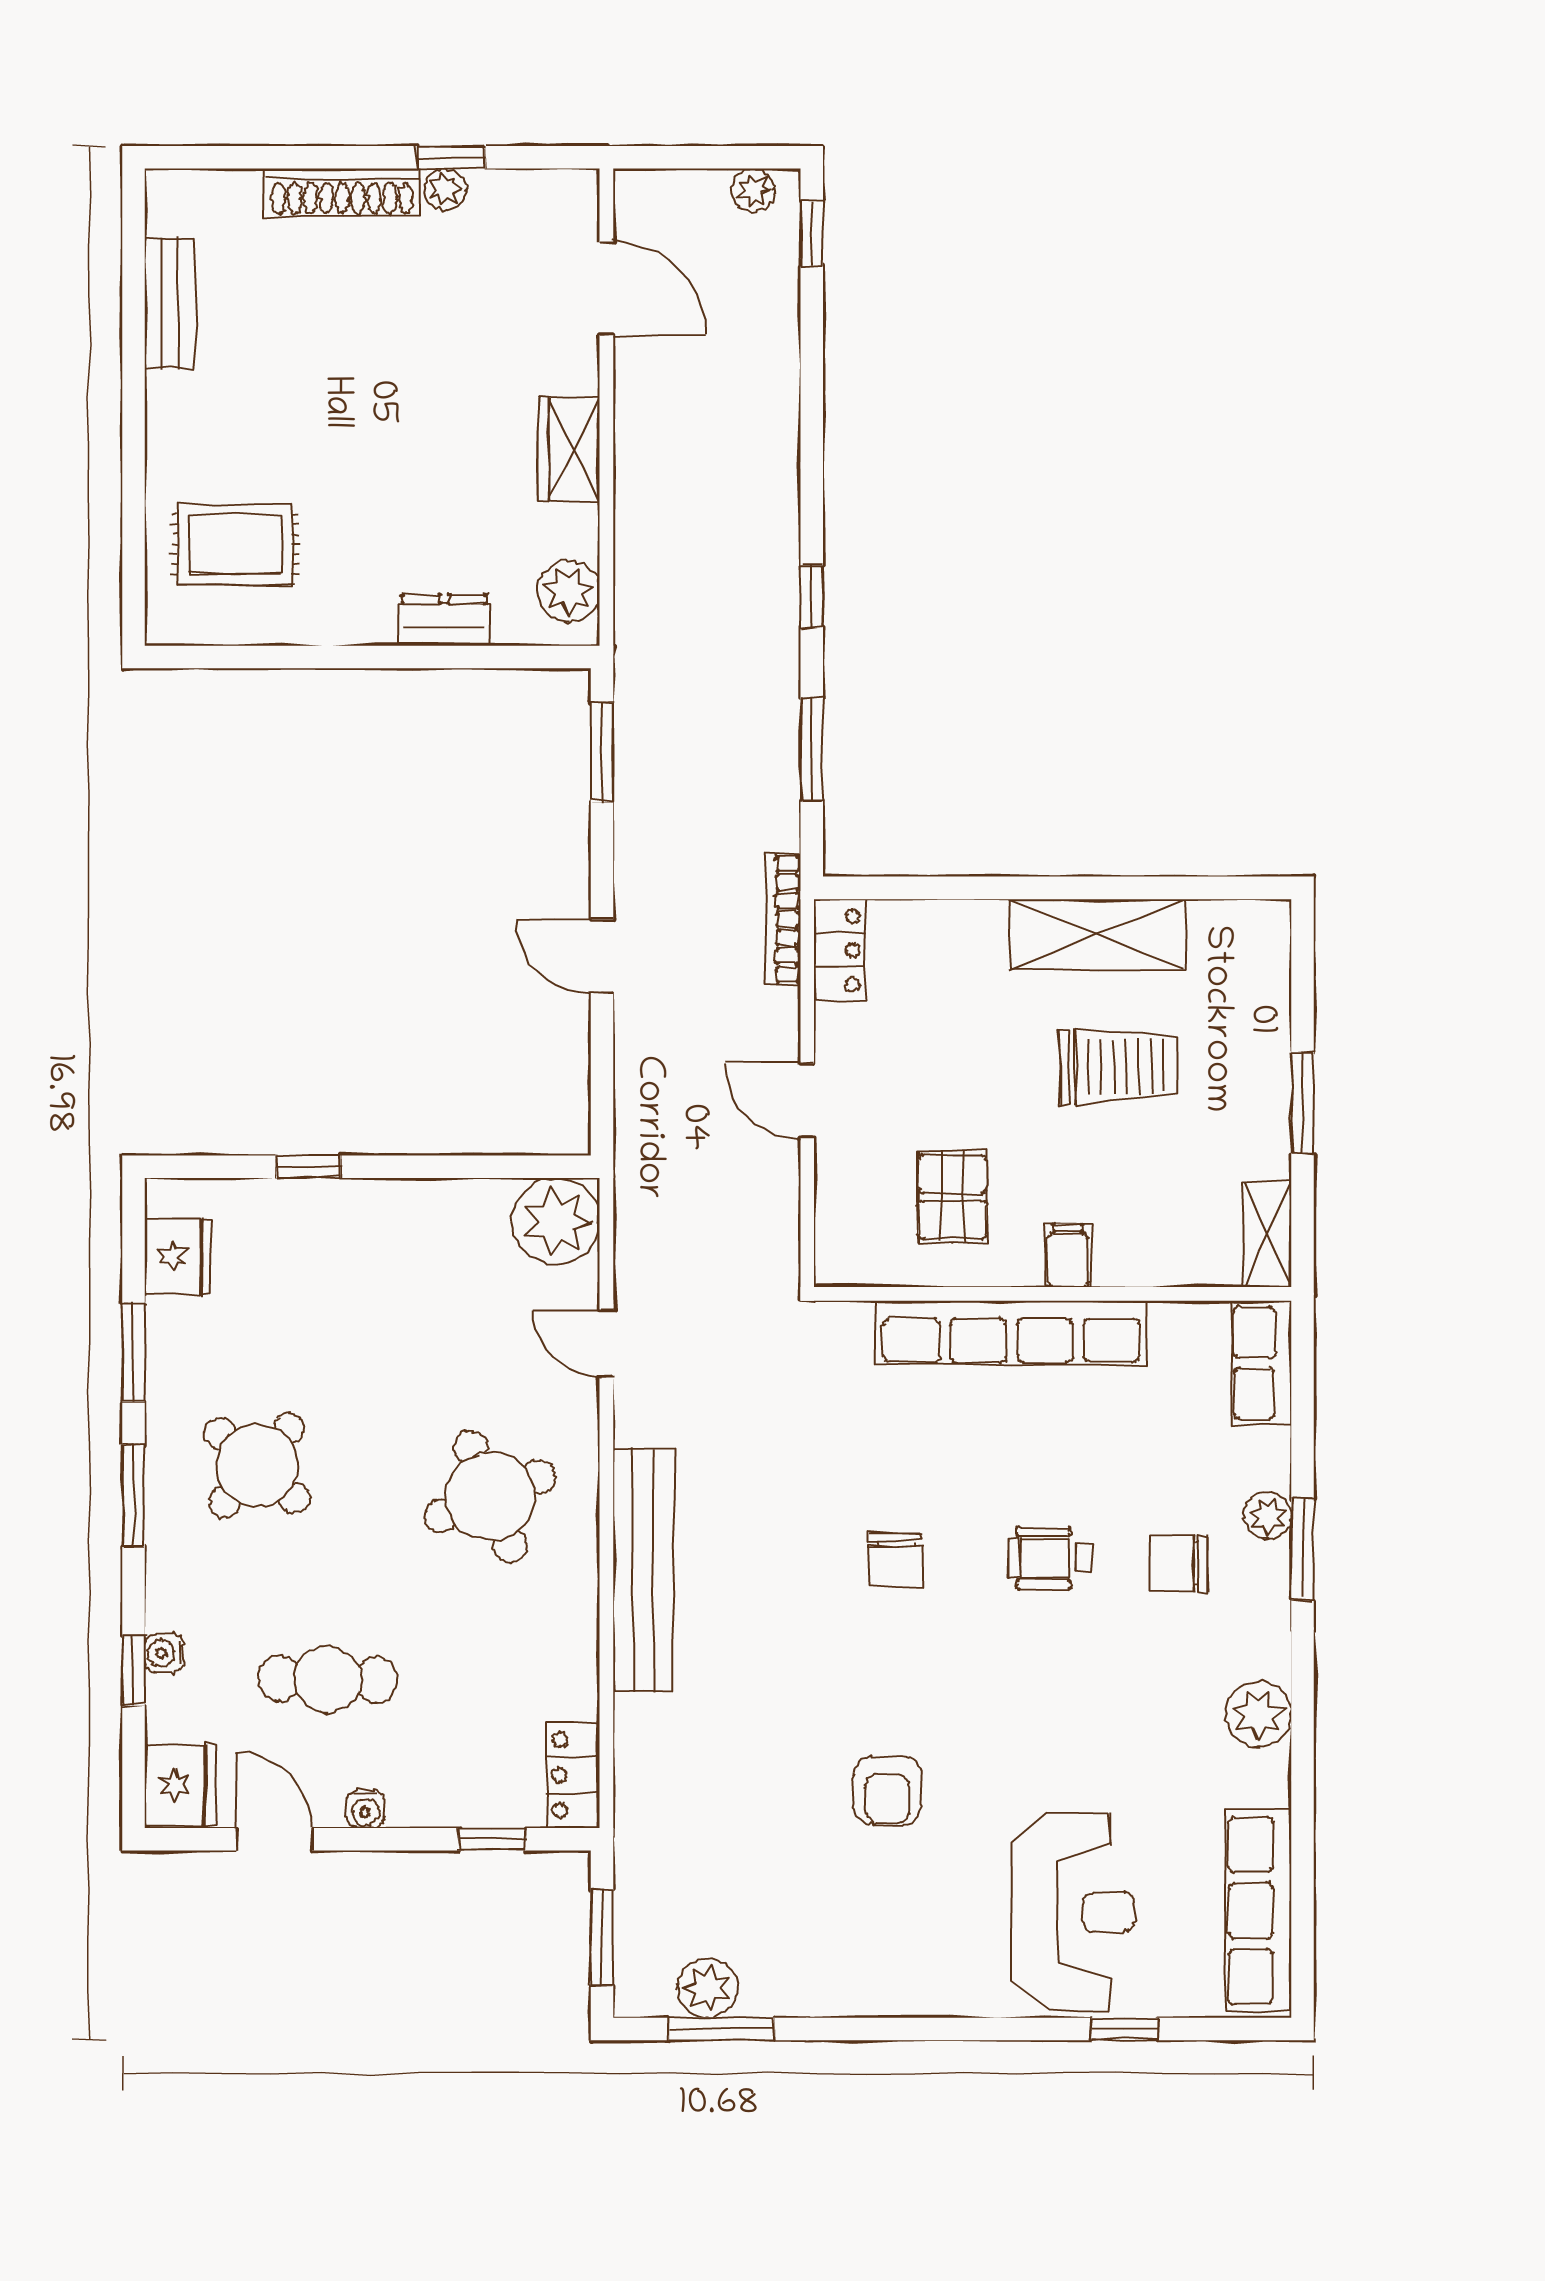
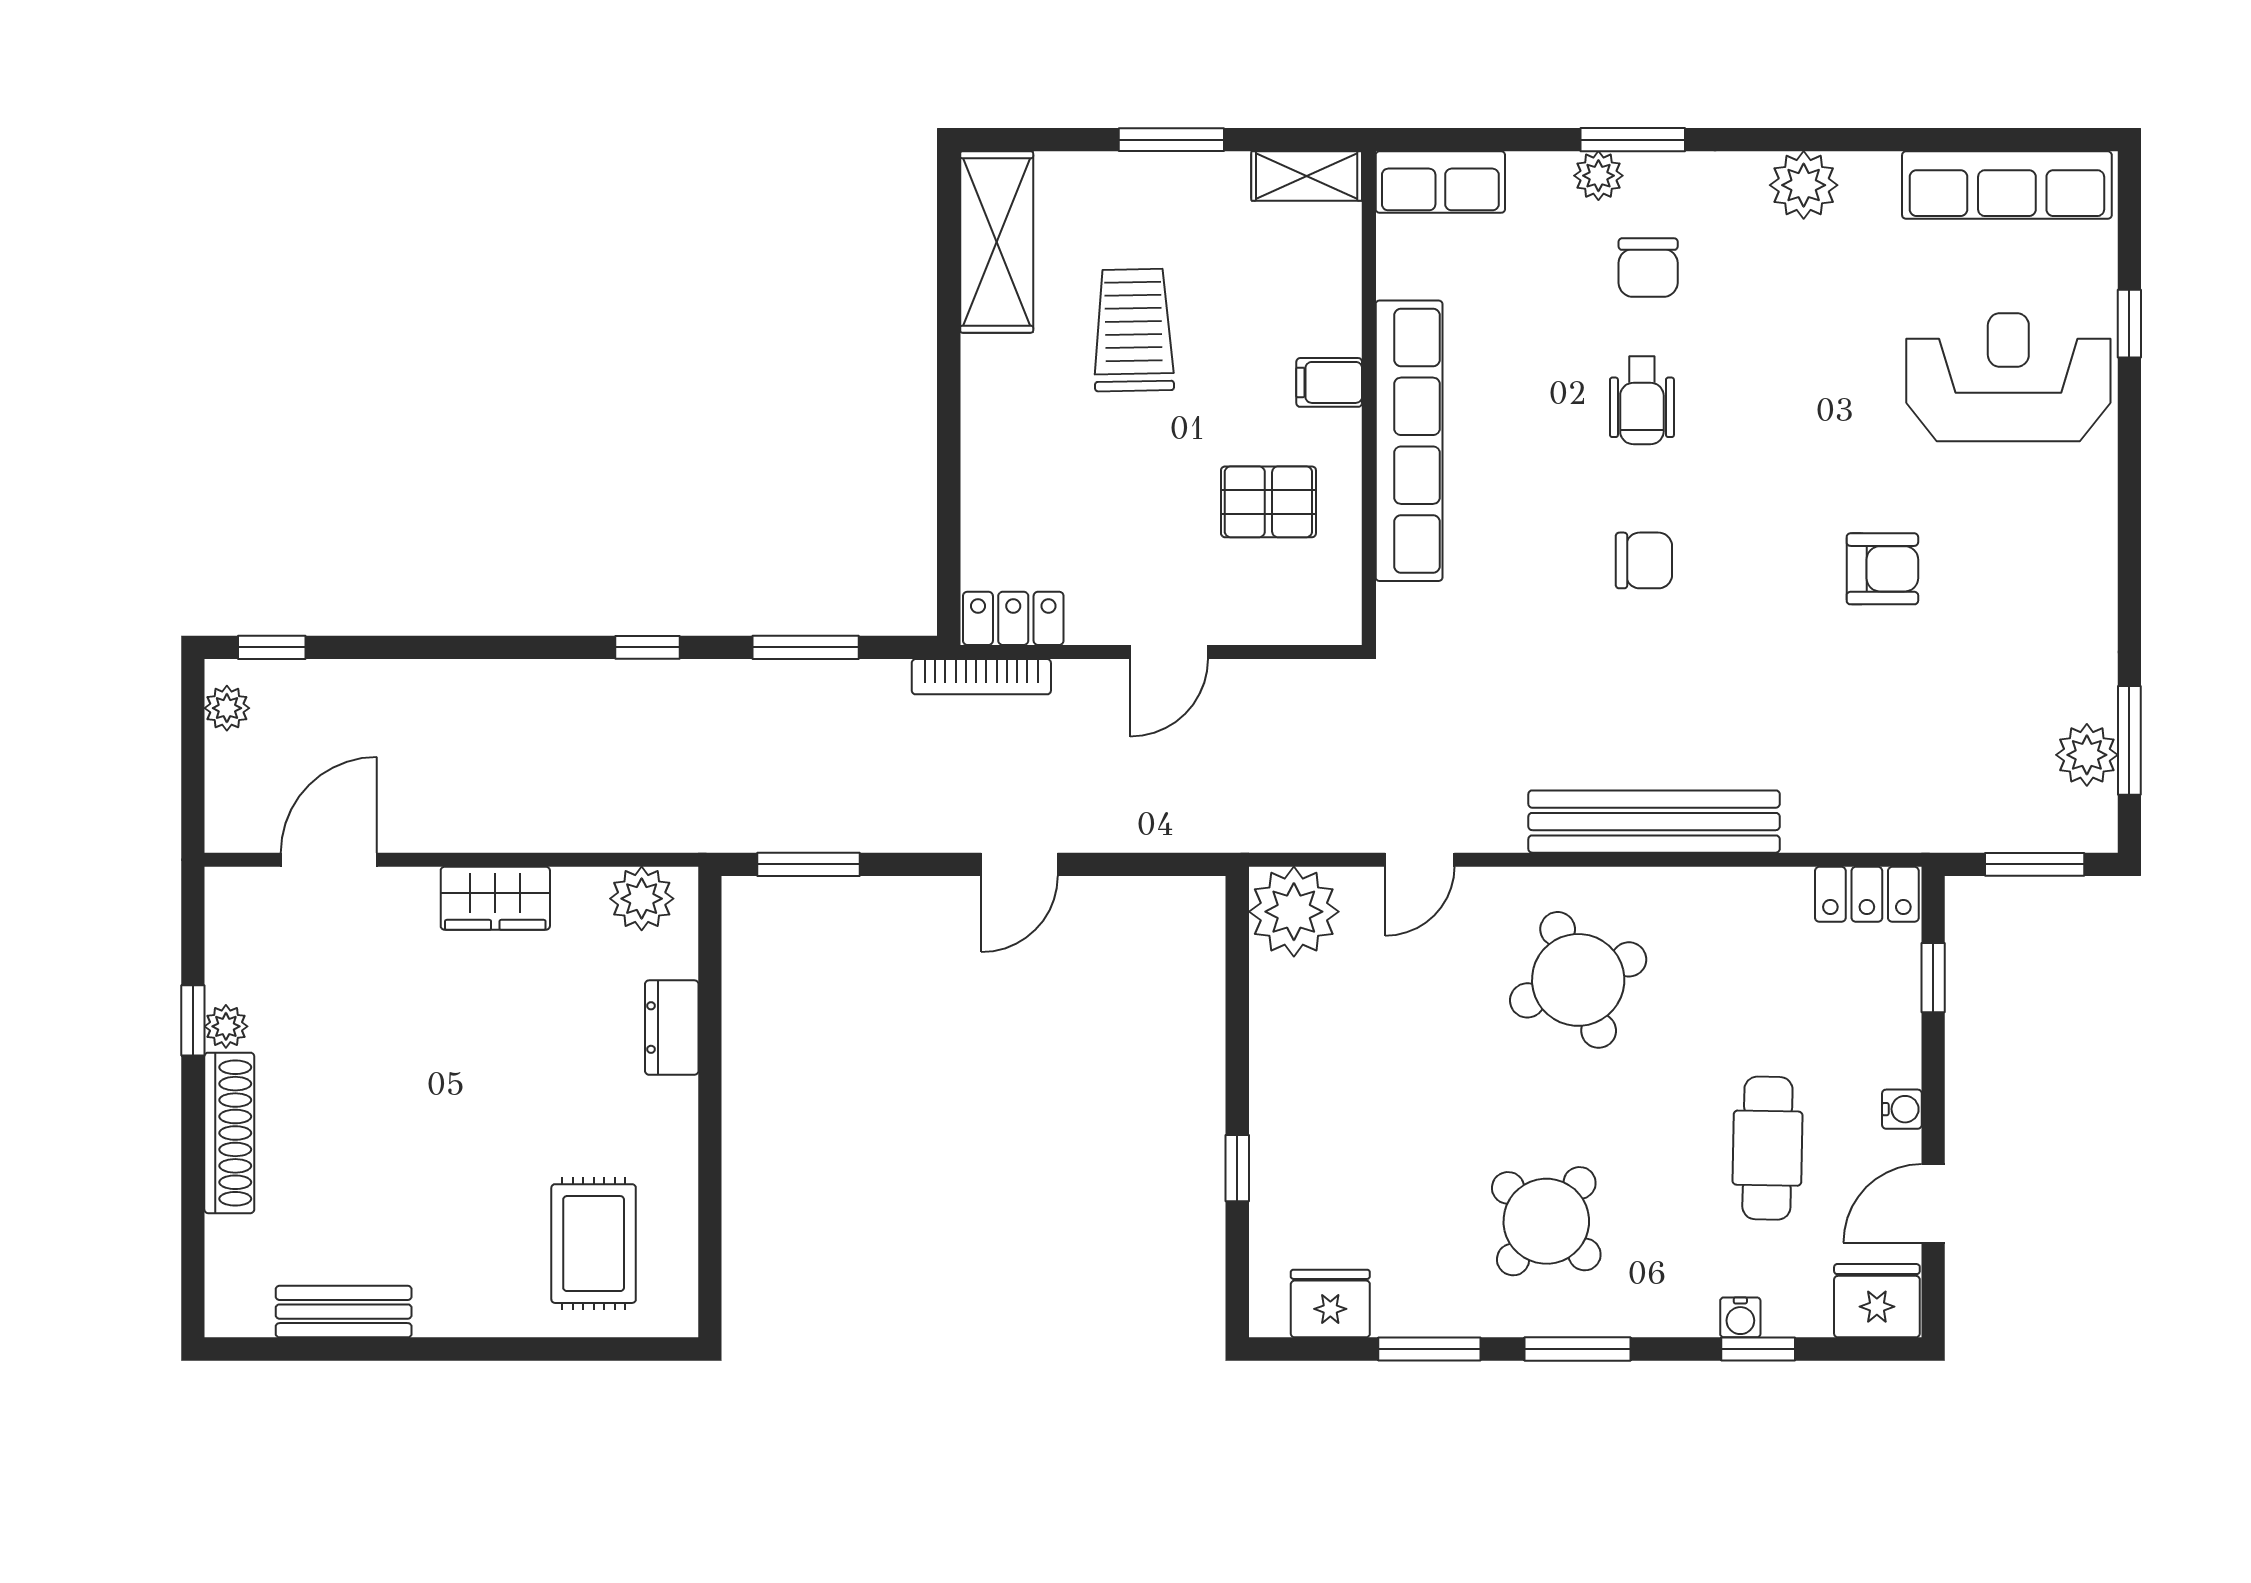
shelving: (1097, 934) -> (997, 242), moved

